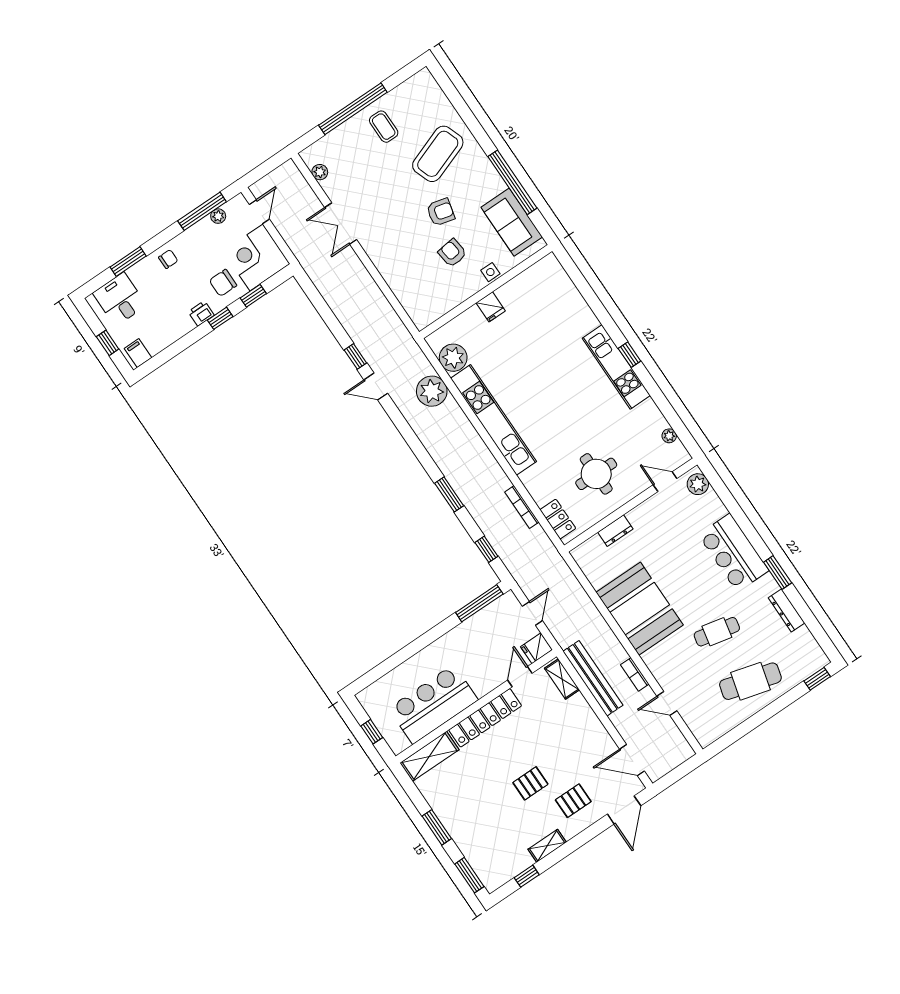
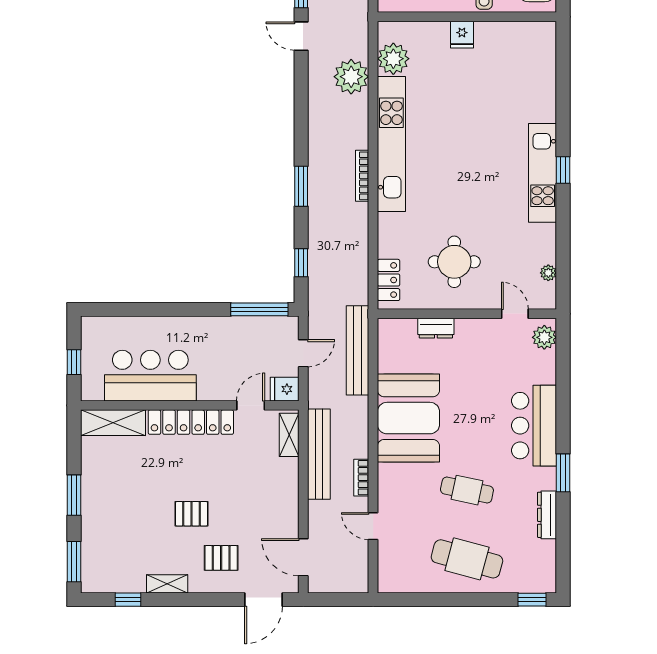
bookcase: (522, 507) -> (362, 176), moved
bench: (570, 585) -> (358, 350), added

